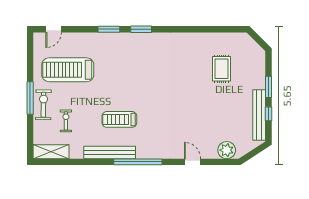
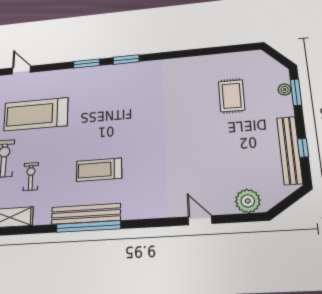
door: (54, 29) -> (21, 70), swing flipped
plant: (261, 67) -> (285, 89), added
window: (269, 87) -> (296, 92), moved
window: (138, 162) -> (88, 227), moved

